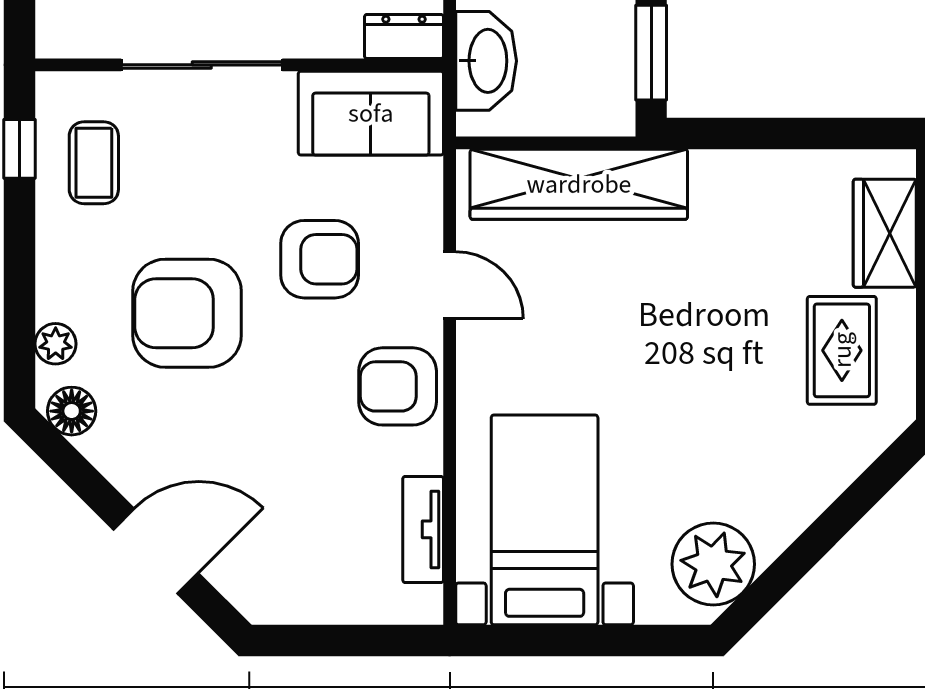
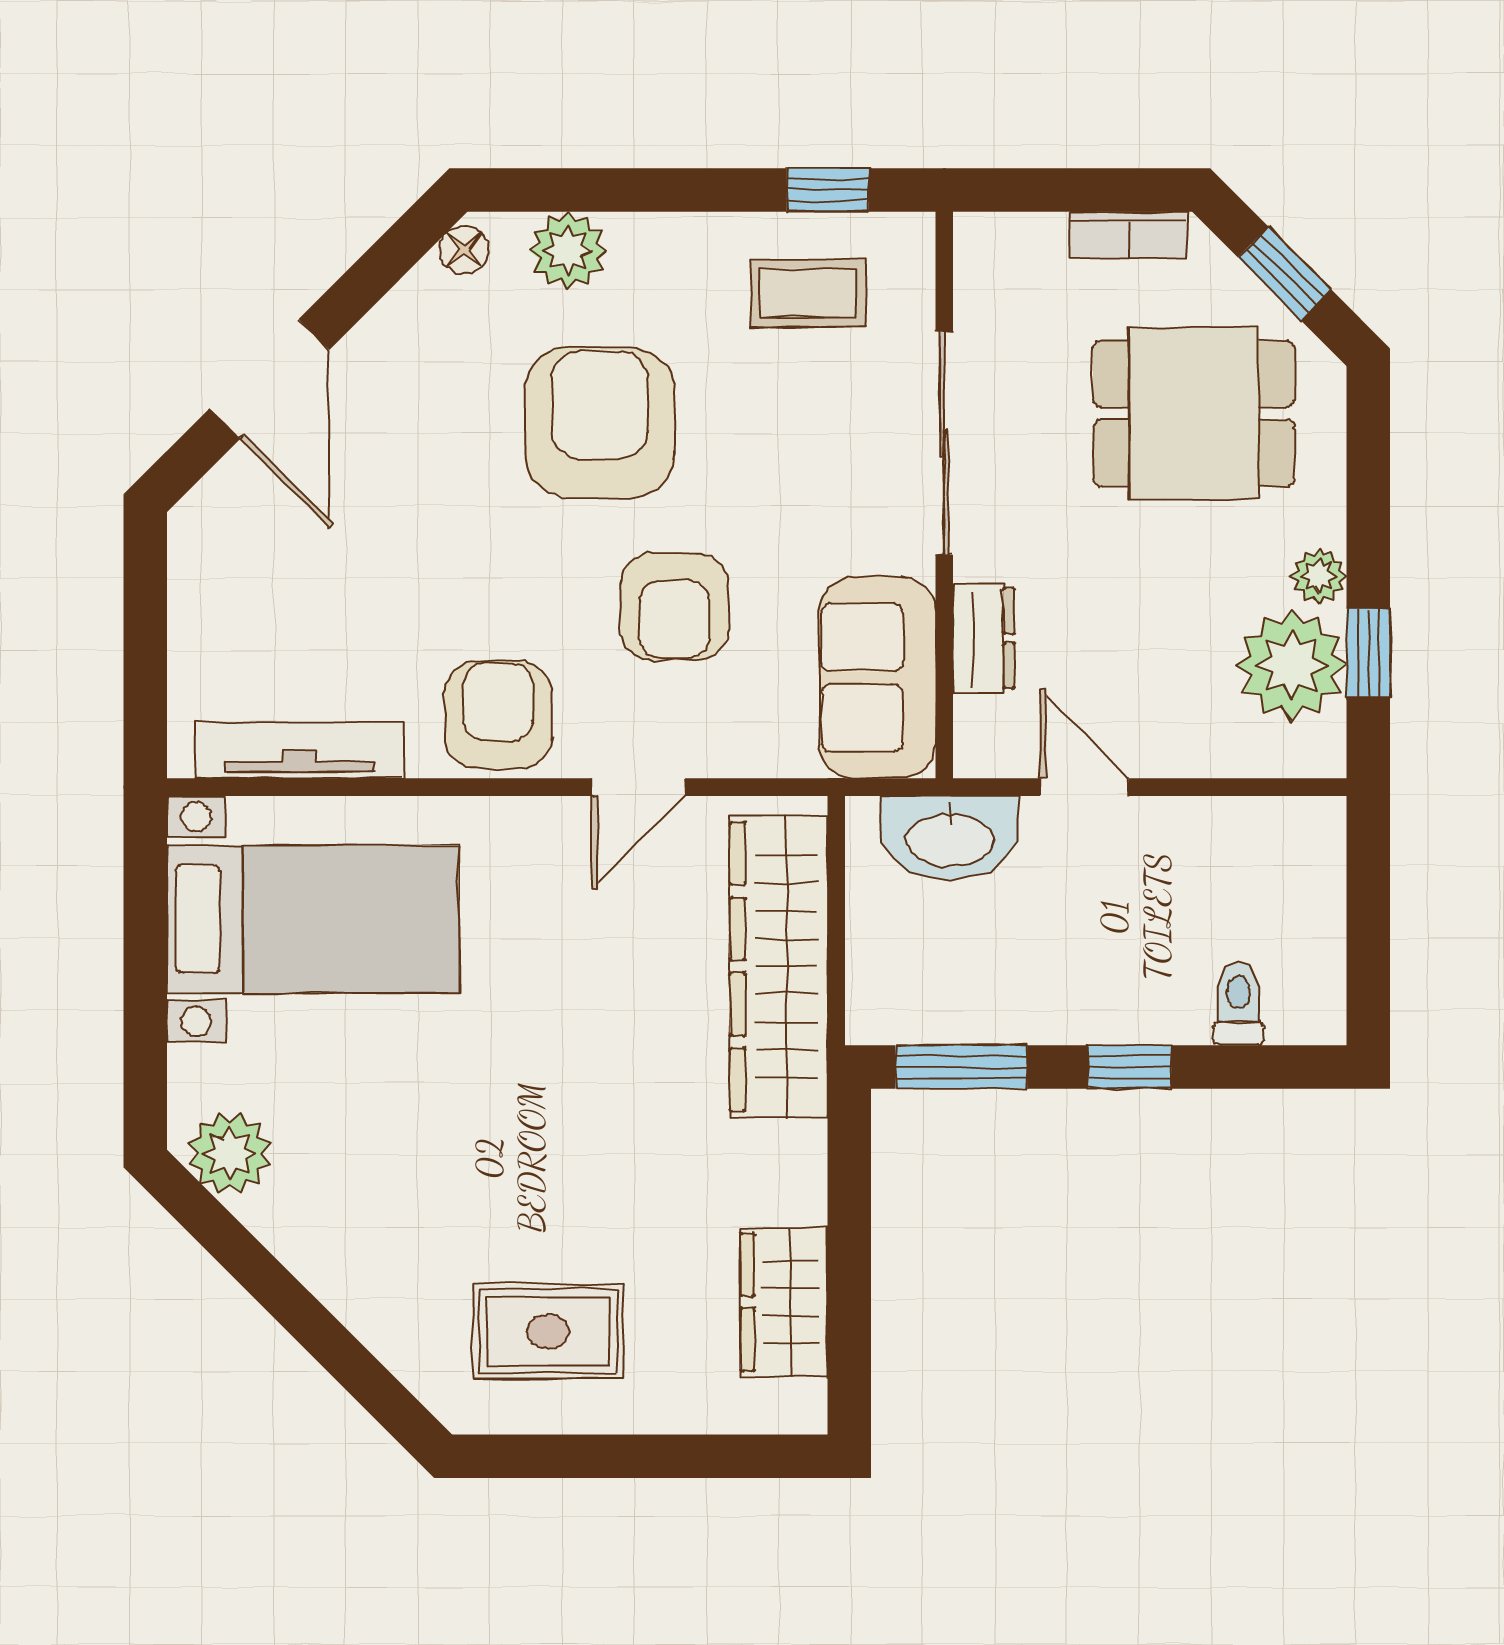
dresser: (404, 37) -> (984, 638), moved
wardrobe: (885, 233) -> (784, 1302), moved, turned -90
plant: (56, 344) -> (568, 251), width x1.38, depth x1.38
floor lamp: (72, 411) -> (464, 250), width x0.73, depth x0.73
tv unit: (423, 529) -> (299, 750), width x1.41
plant: (713, 564) -> (230, 1153), width x0.73, depth x0.73

